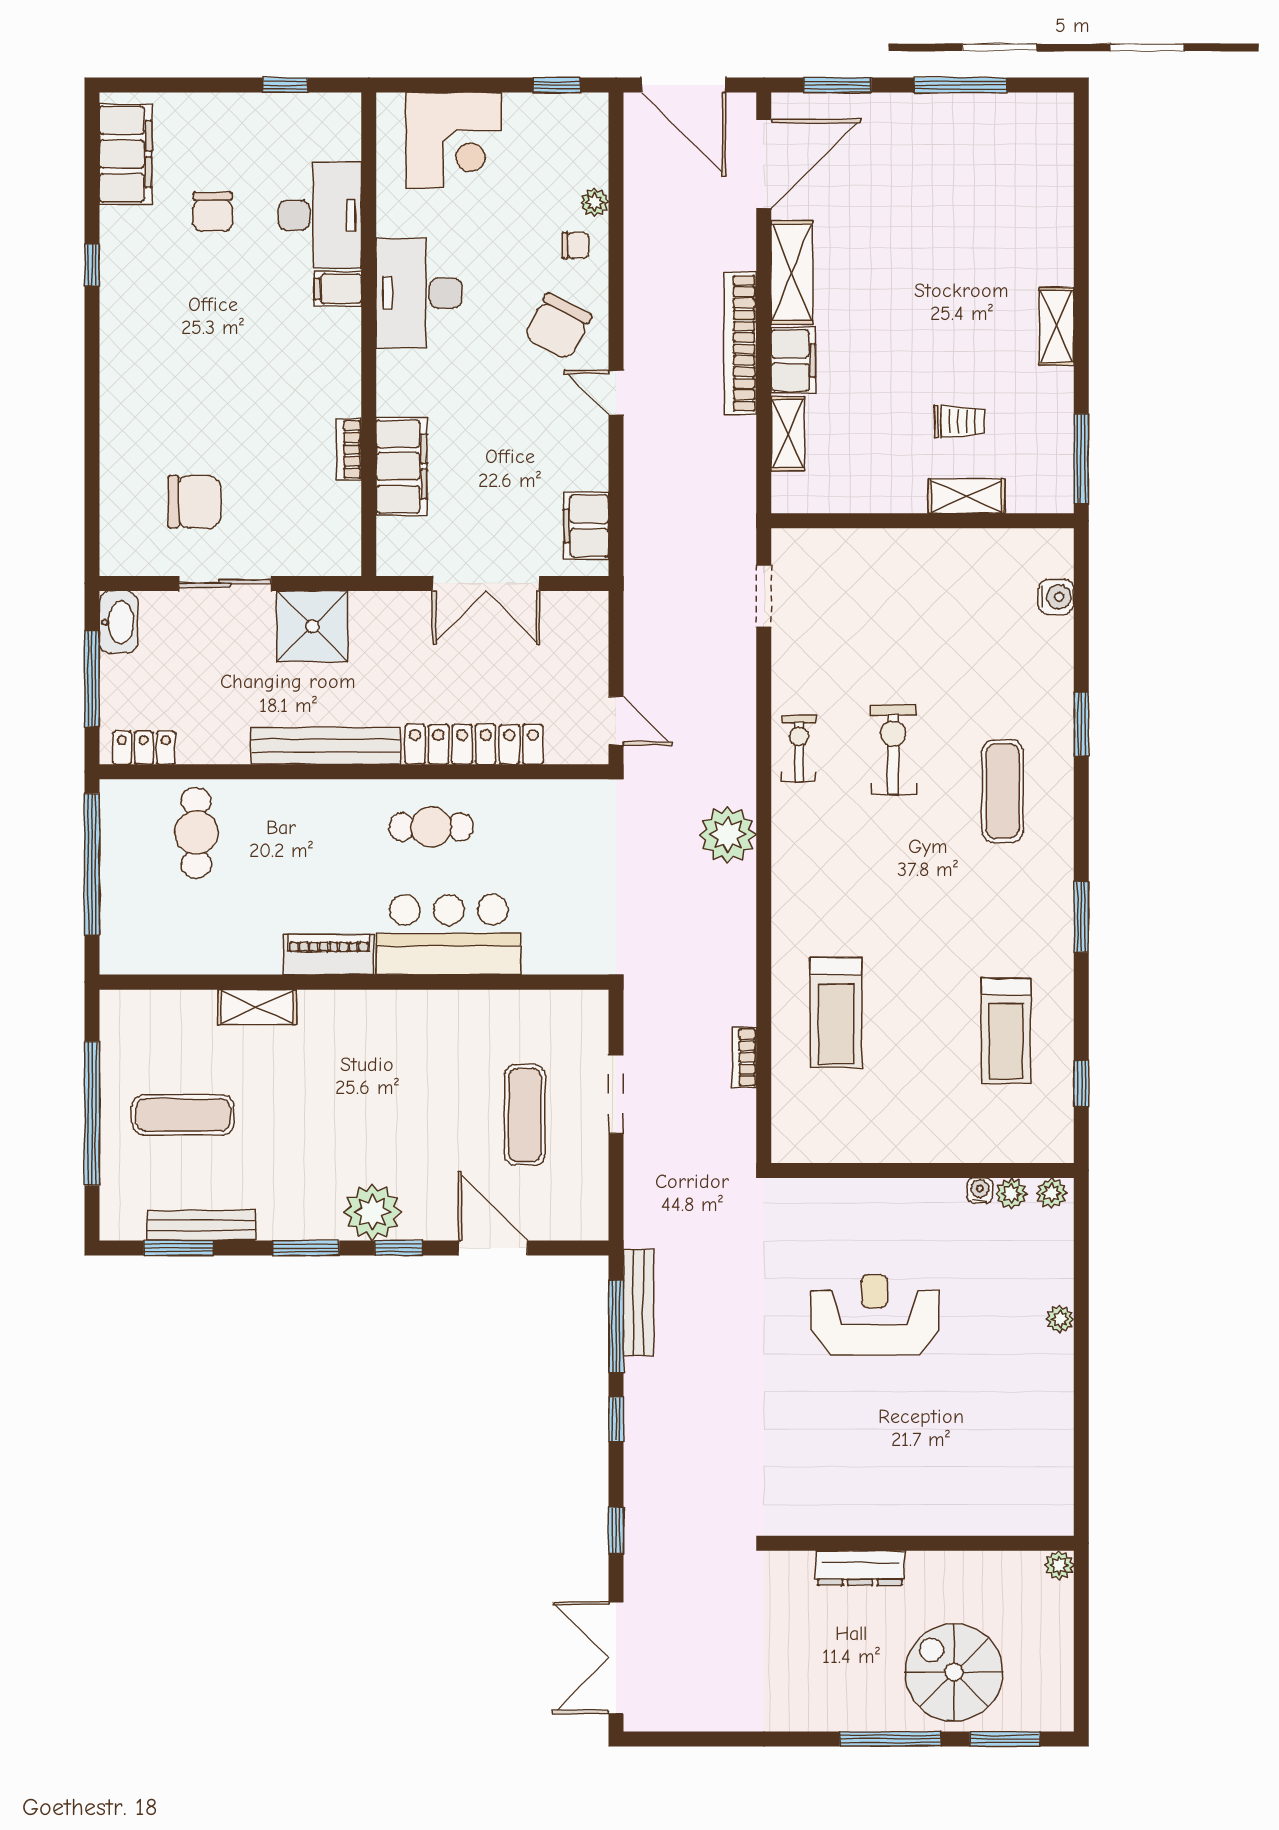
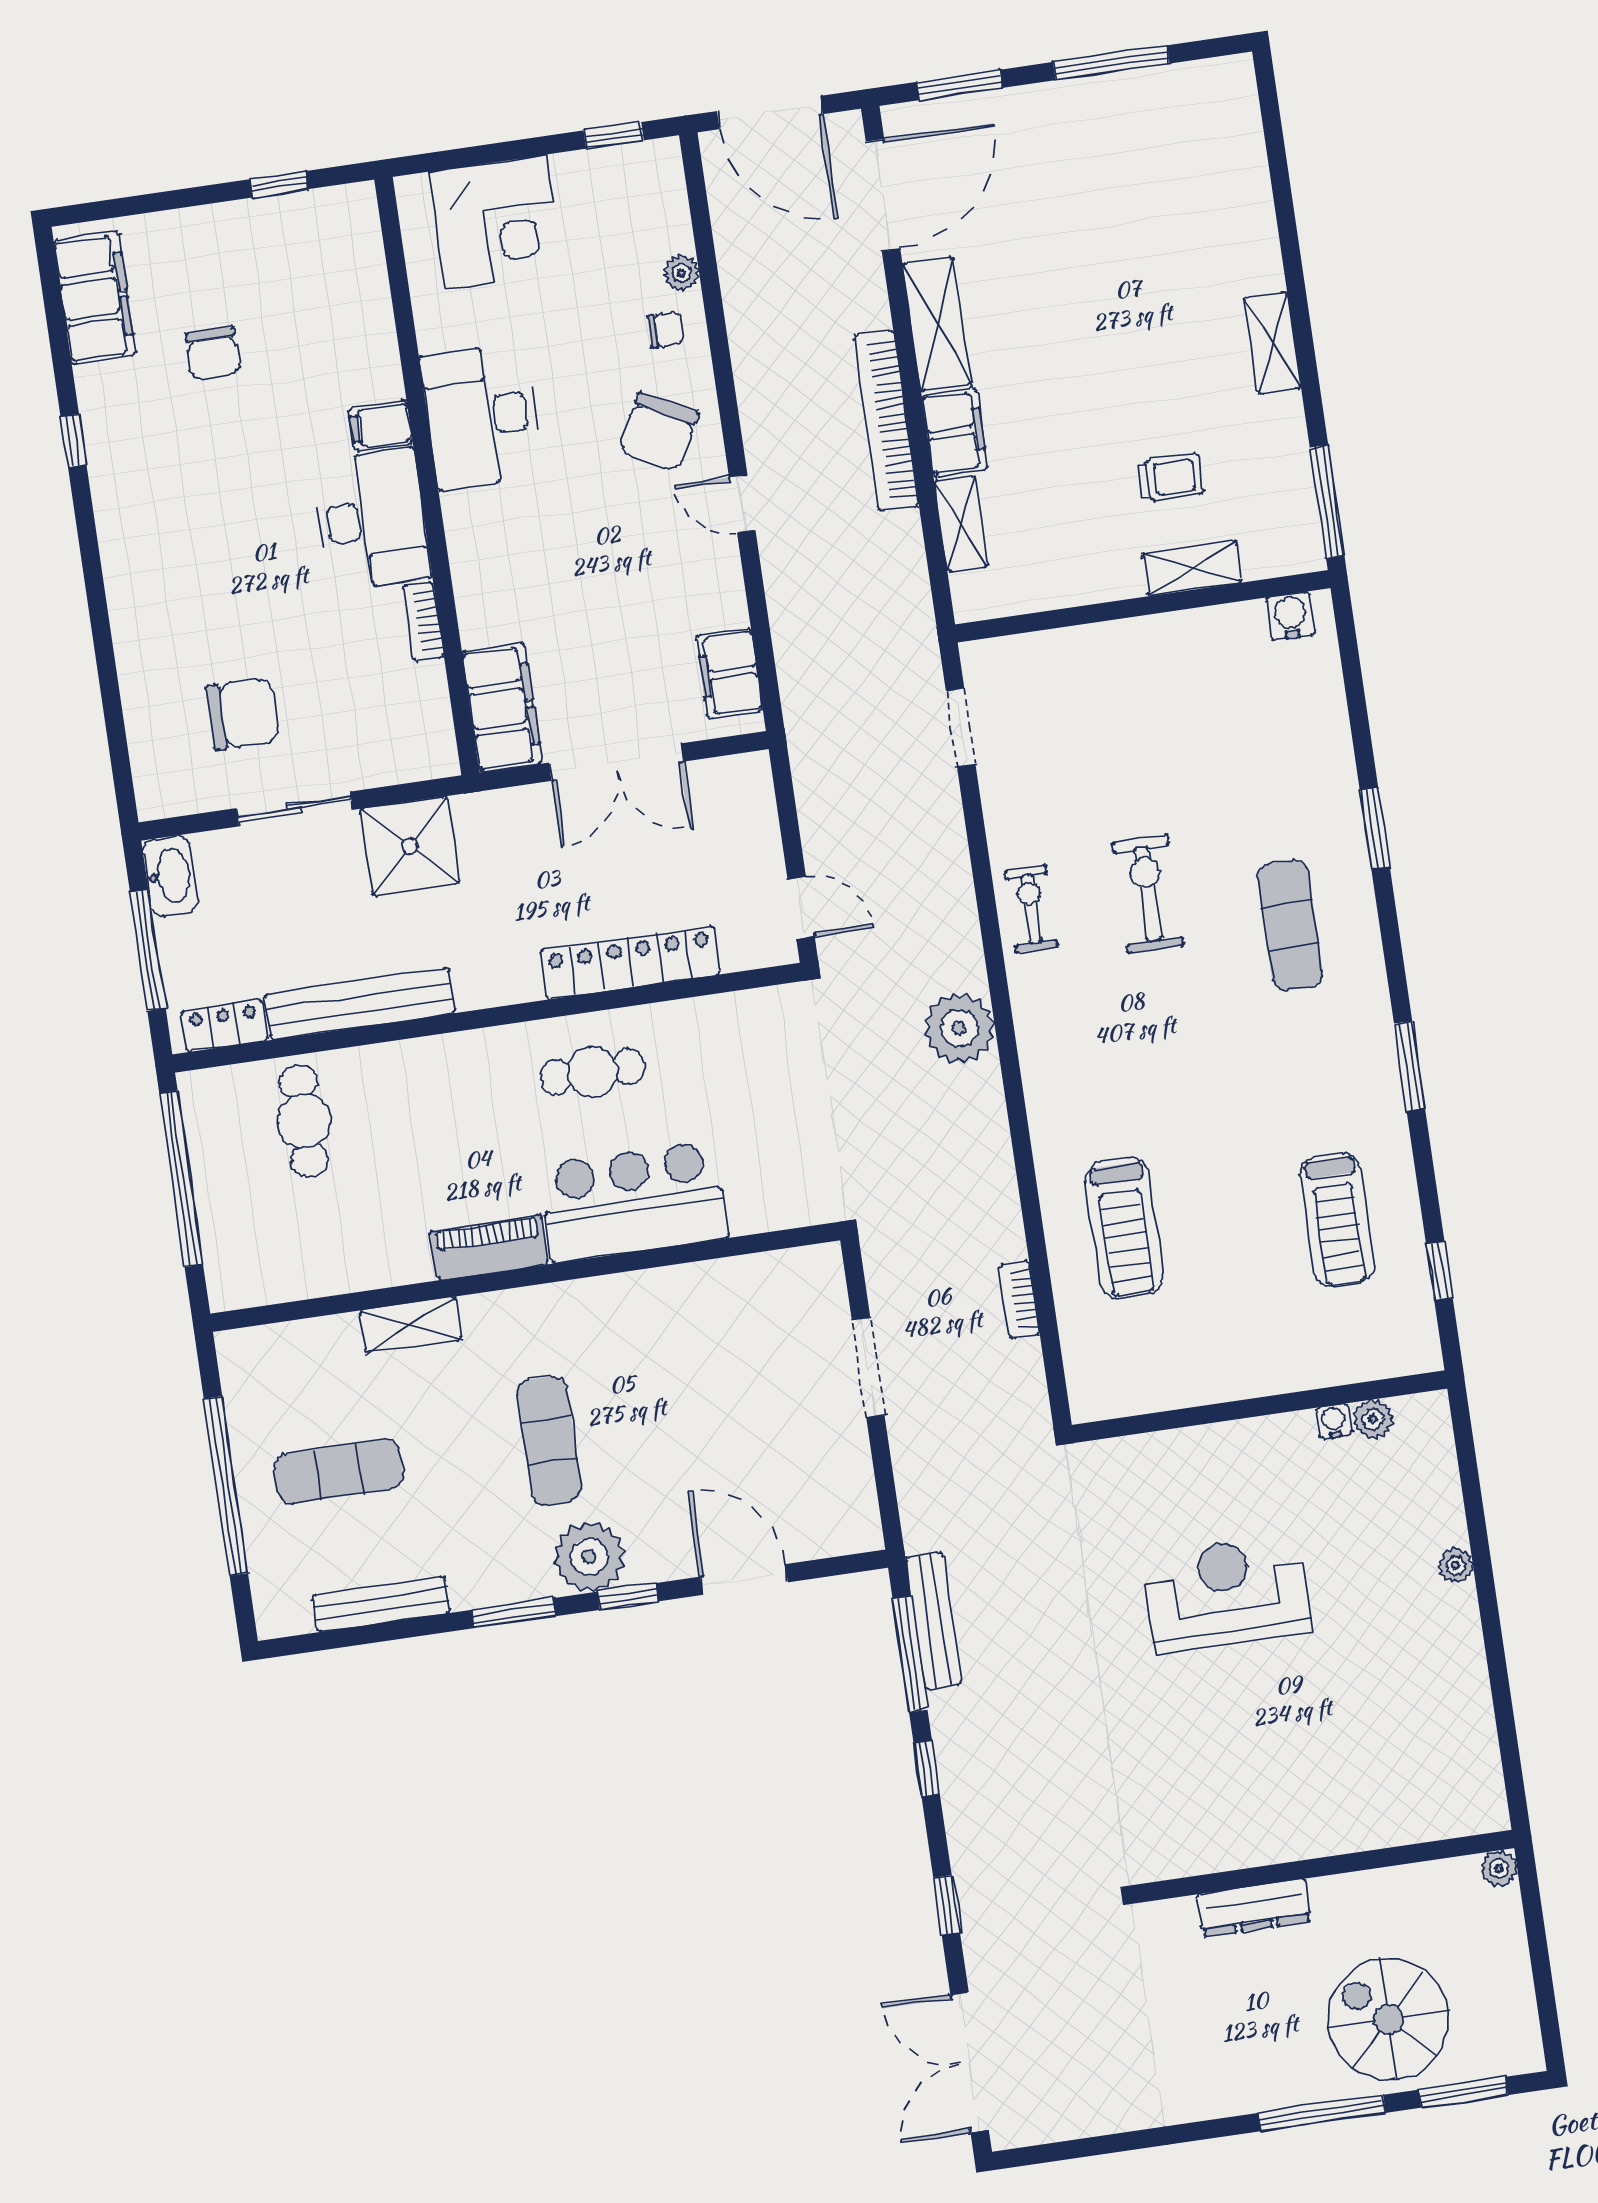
desk: (320, 215) -> (372, 520), moved
filing cabinet: (402, 466) -> (502, 708), moved
water cooler: (1056, 597) -> (1290, 616), moved, turned -90
bench: (326, 746) -> (360, 1004), moved
exercise mat: (525, 1115) -> (549, 1441), moved
plant: (1051, 1193) -> (1422, 1411), removed
window: (179, 1248) -> (357, 1636), removed

